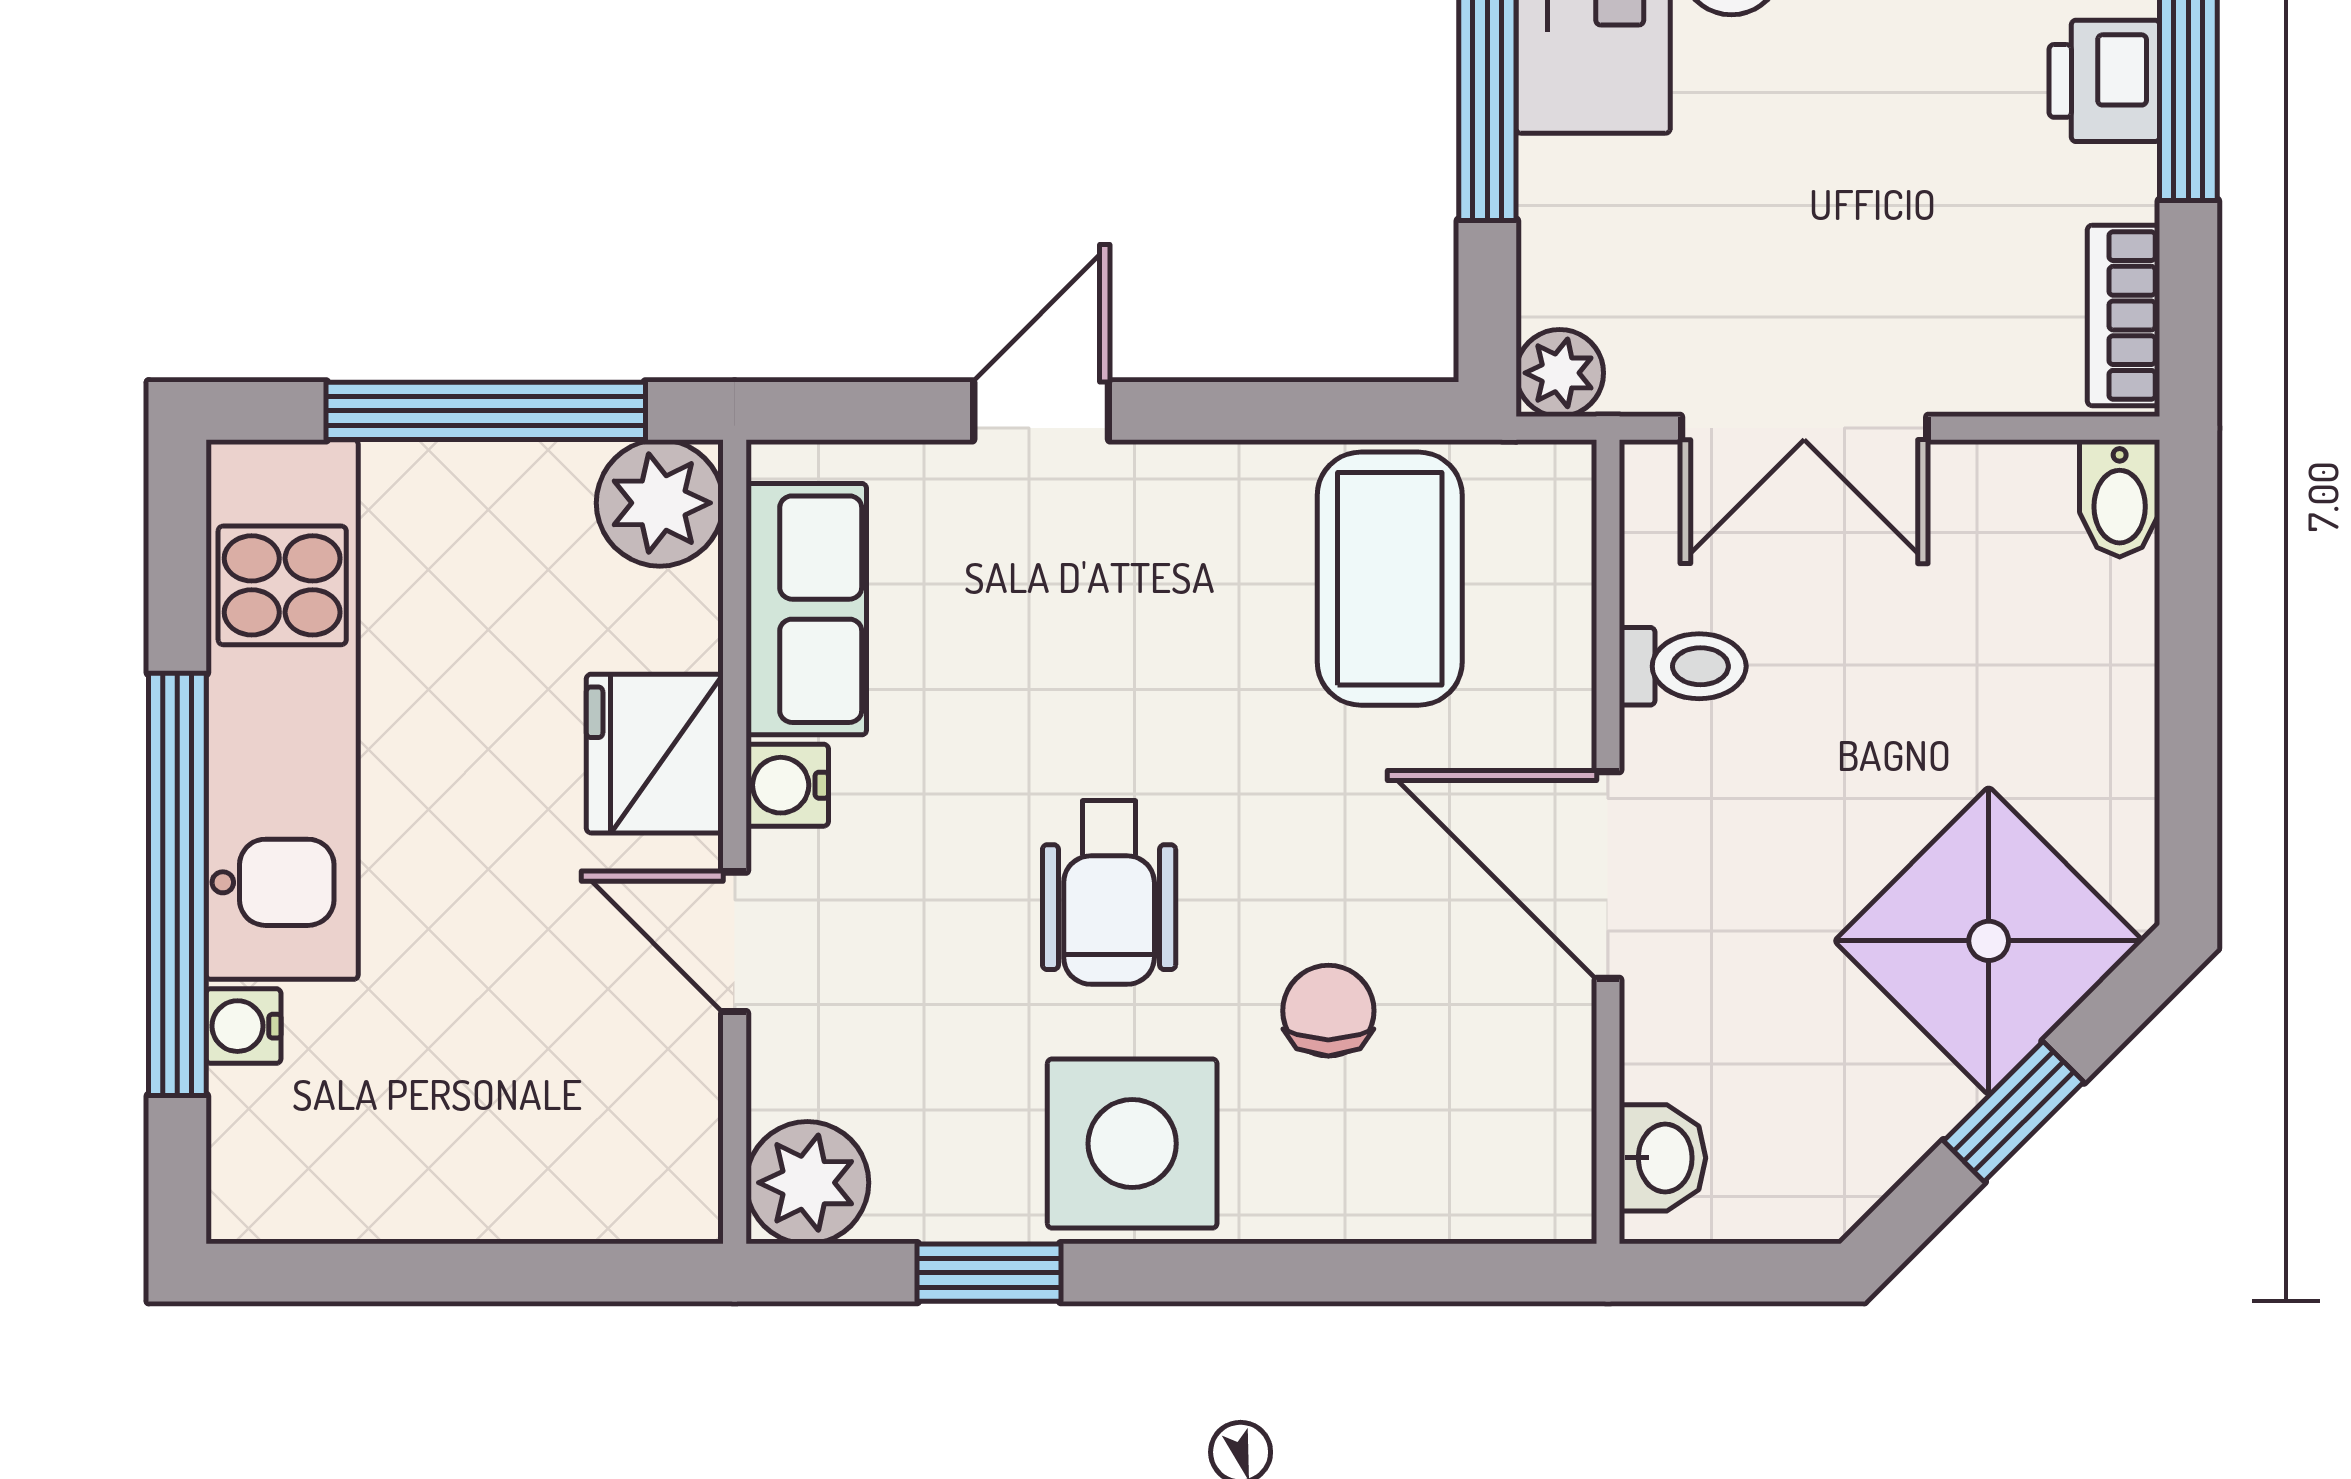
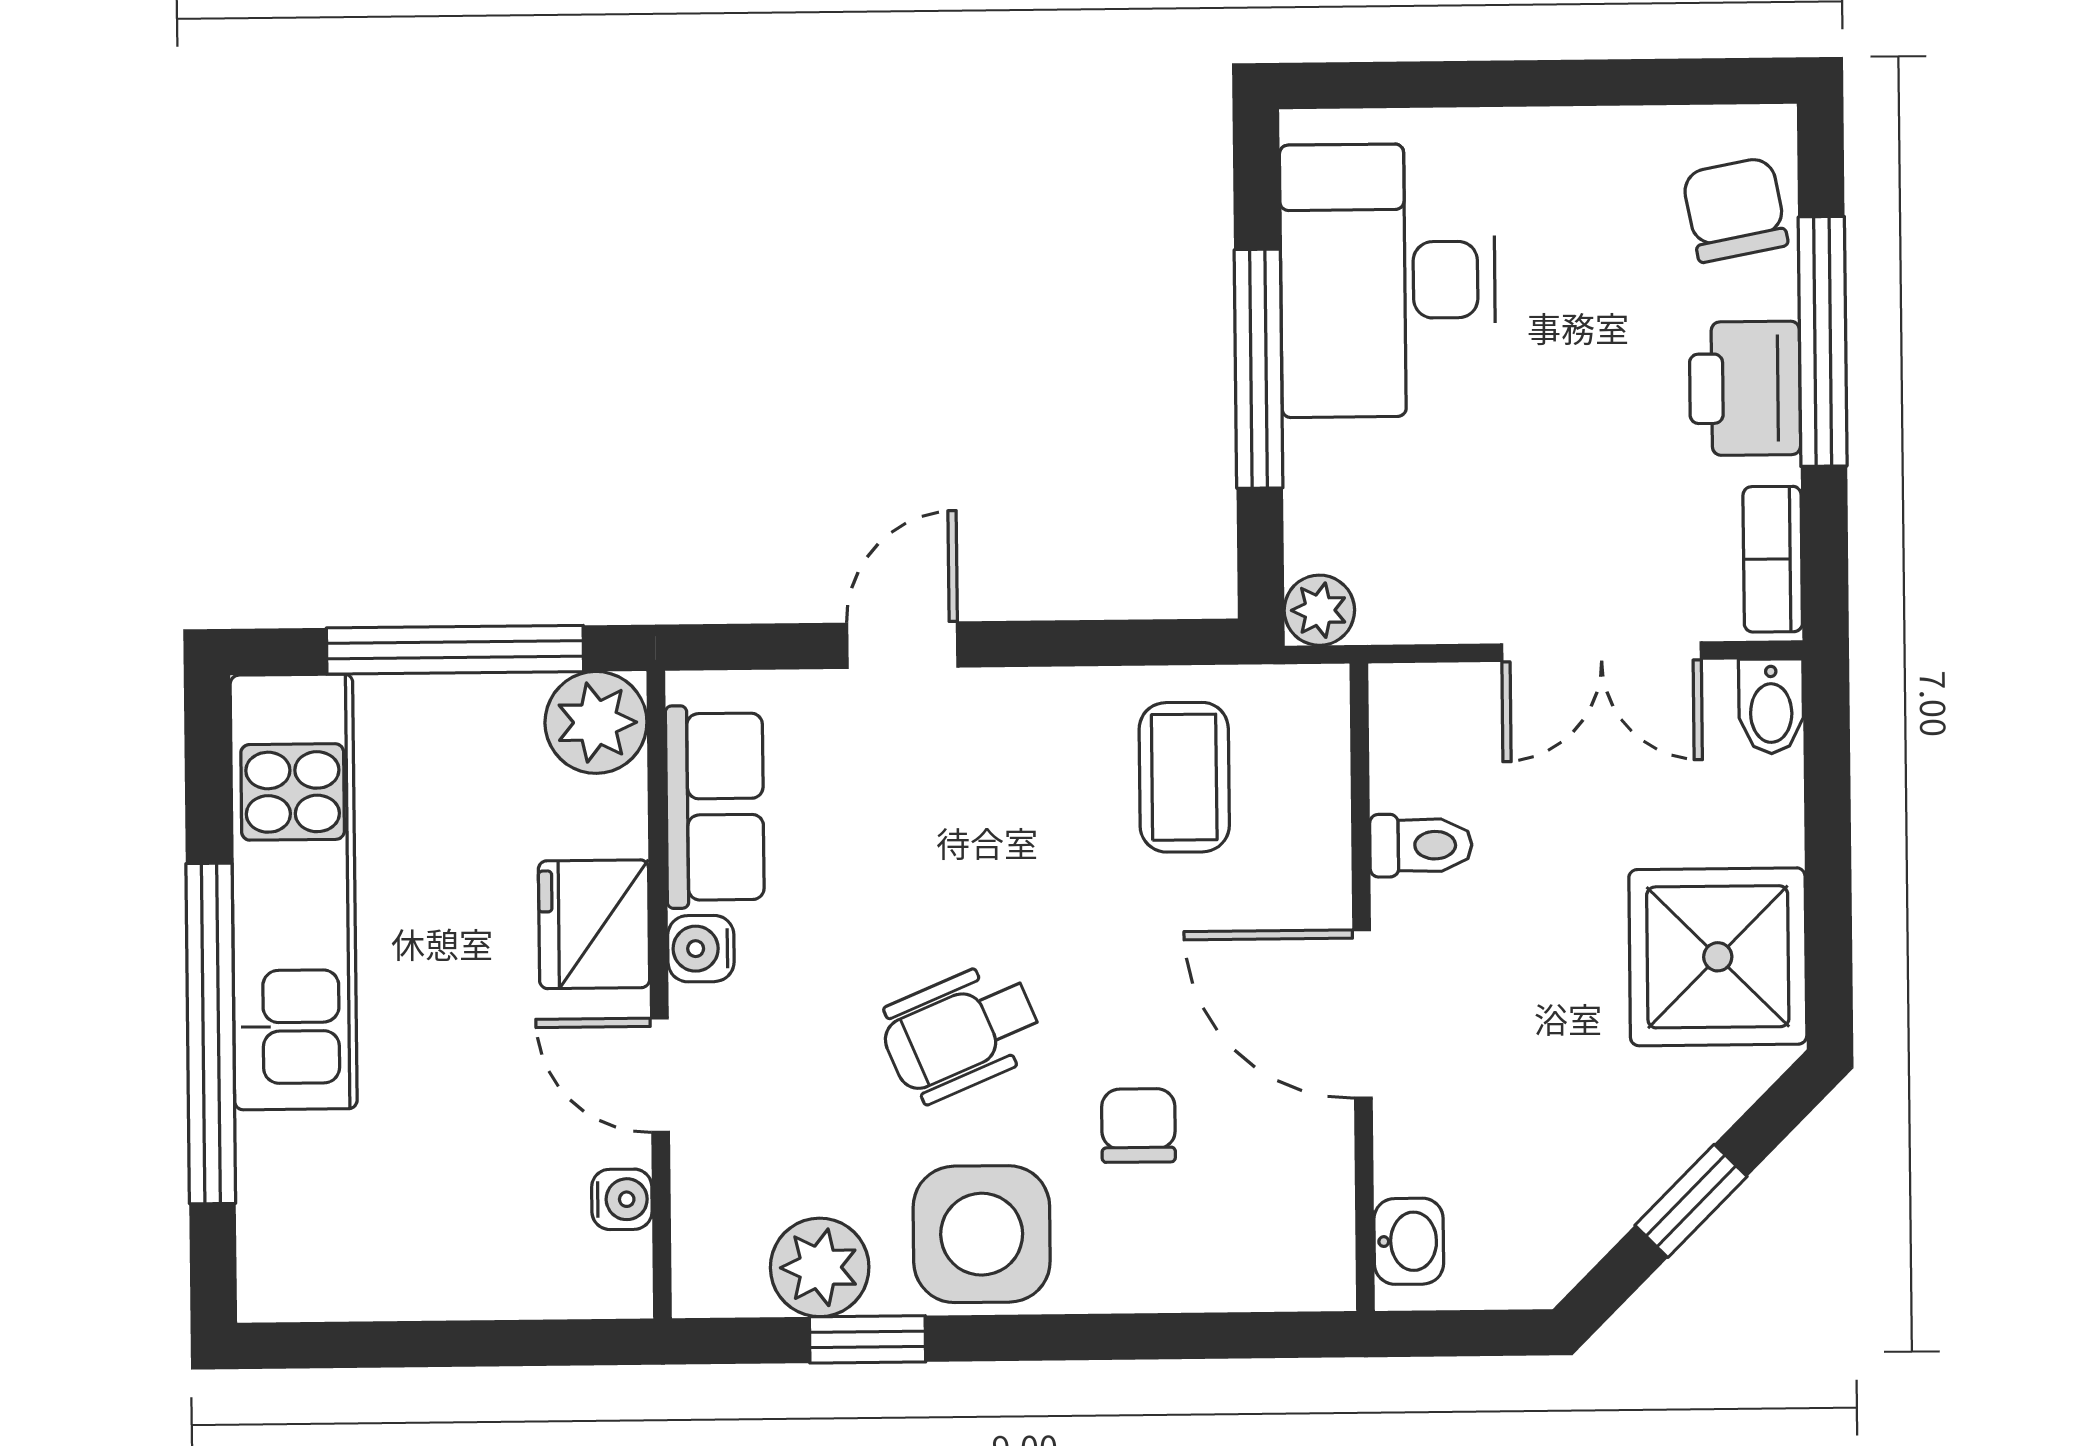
printer: (2104, 81) -> (1745, 388), width x1.36, depth x1.24
double door: (1804, 428) -> (1601, 652), moved
coffee table: (1390, 579) -> (1184, 777), width x0.73, depth x0.77
wheelchair: (1109, 892) -> (961, 1032), turned 67
shower: (1989, 941) -> (1718, 957), moved, turned 45
water cooler: (243, 1026) -> (622, 1199), moved, turned 180
plant: (807, 1183) -> (820, 1267), moved

